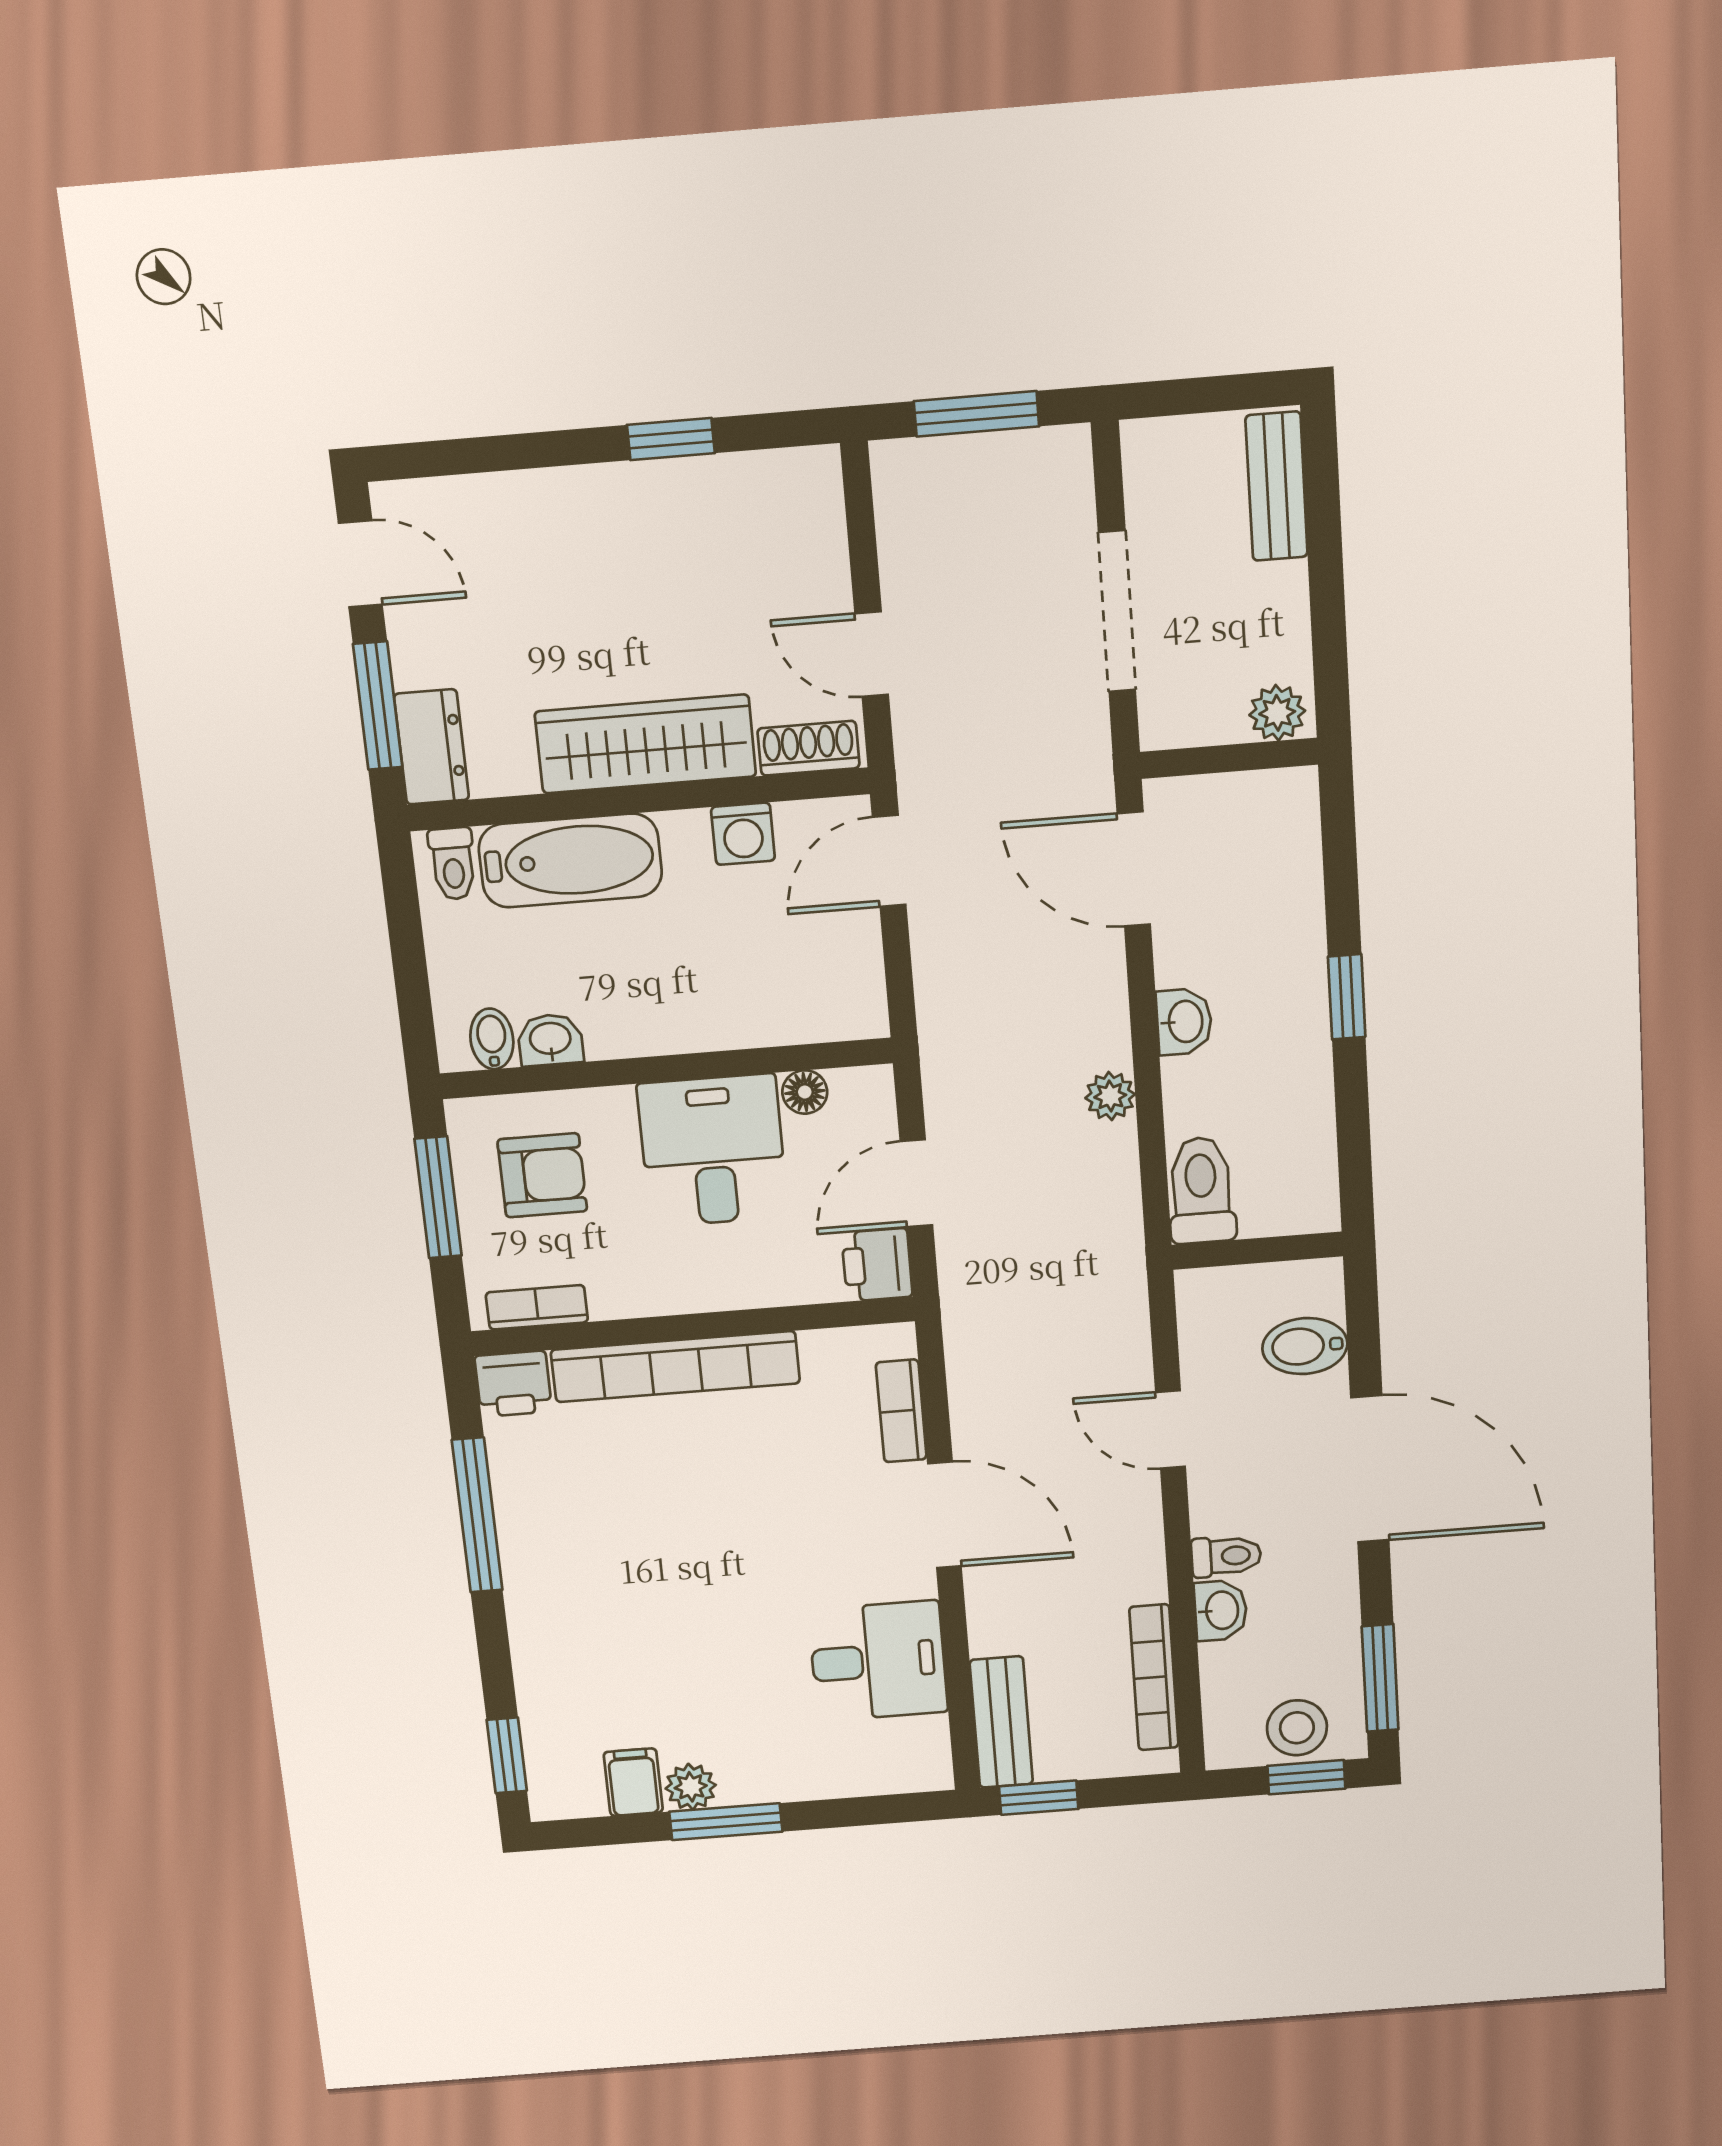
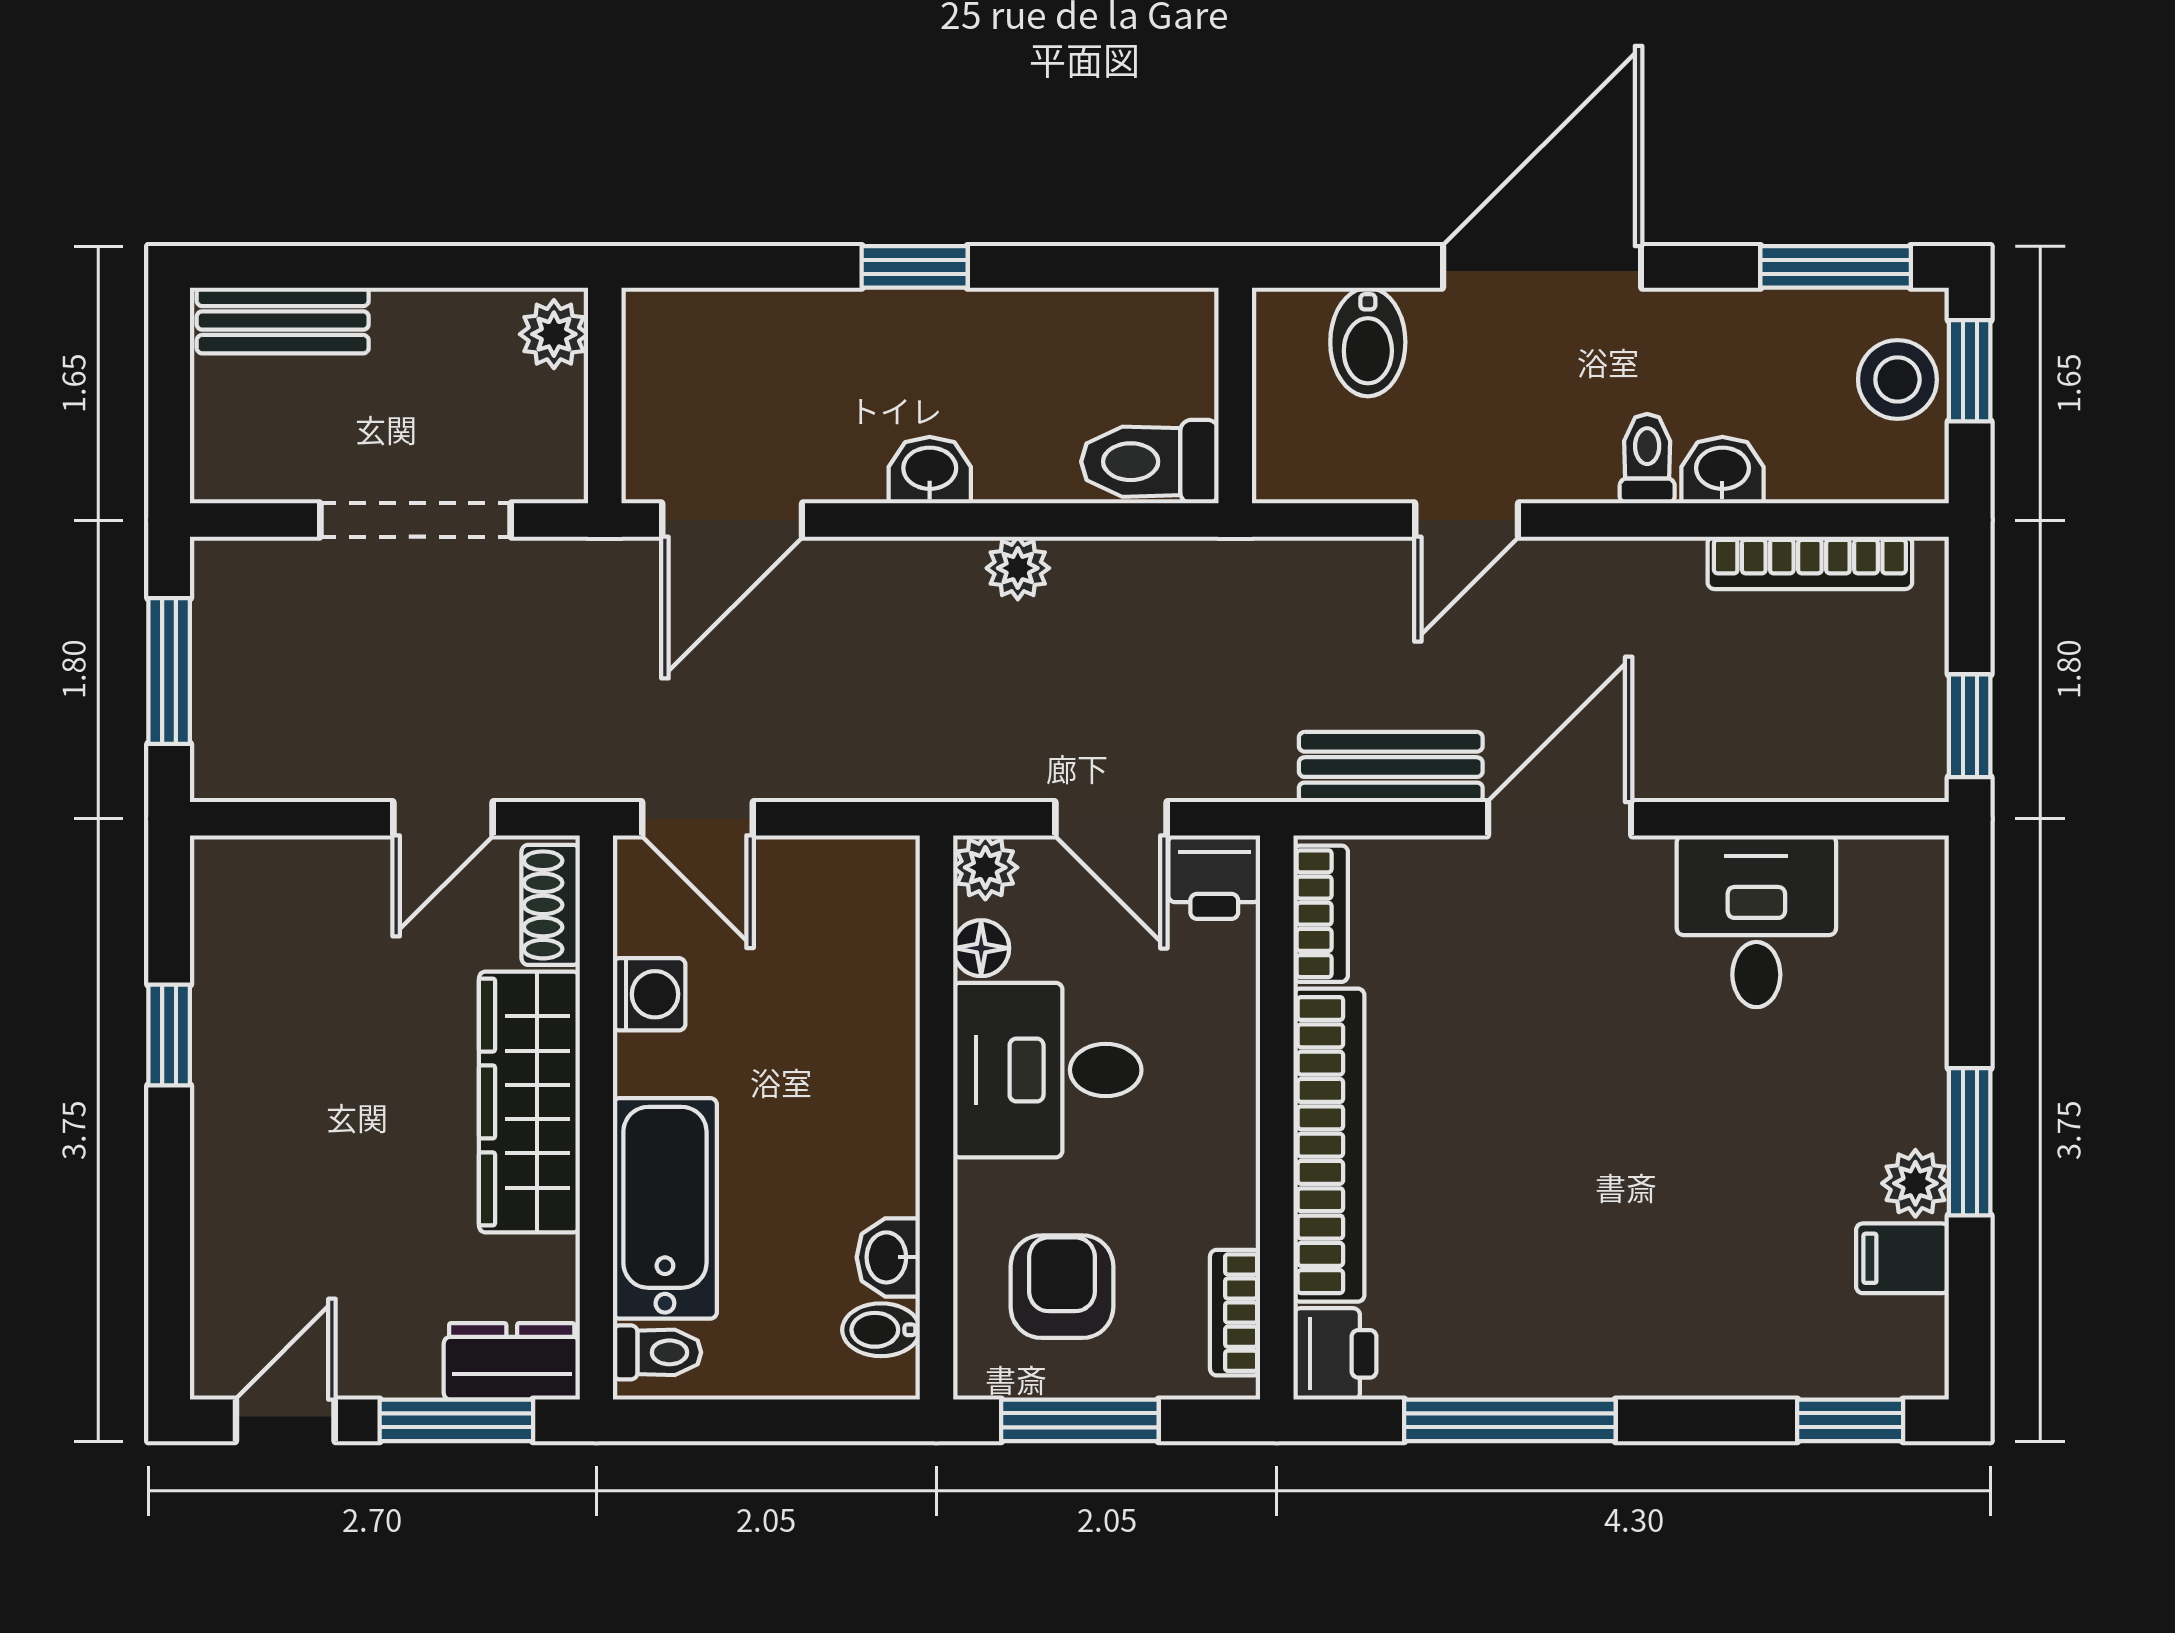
plant: (869, 1090) -> (985, 867), added
bookcase: (901, 1411) -> (1321, 914), moved, turned -90
bench: (1001, 1722) -> (1391, 767), moved

